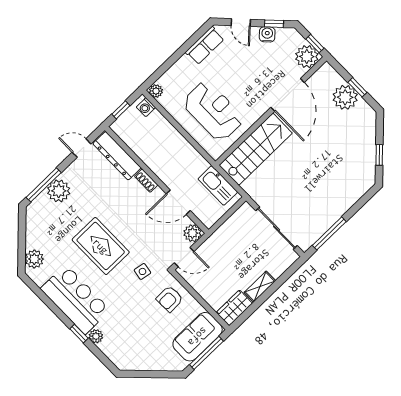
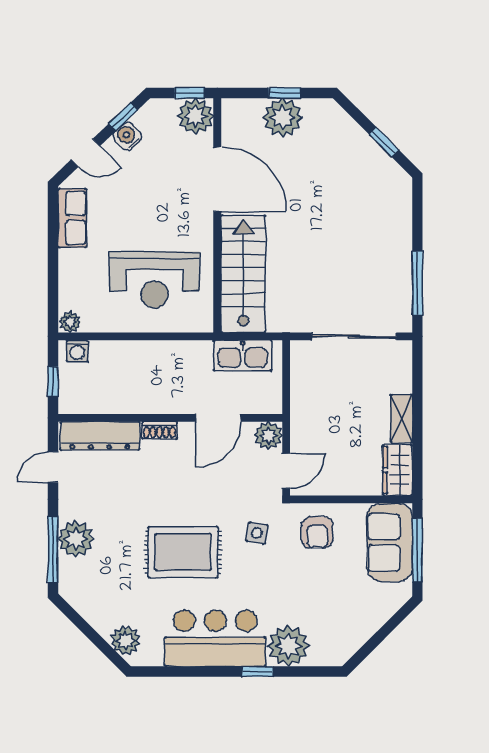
reception desk: (213, 111) -> (154, 280), turned 180
plant: (96, 336) -> (288, 646), width x1.88, depth x1.88

